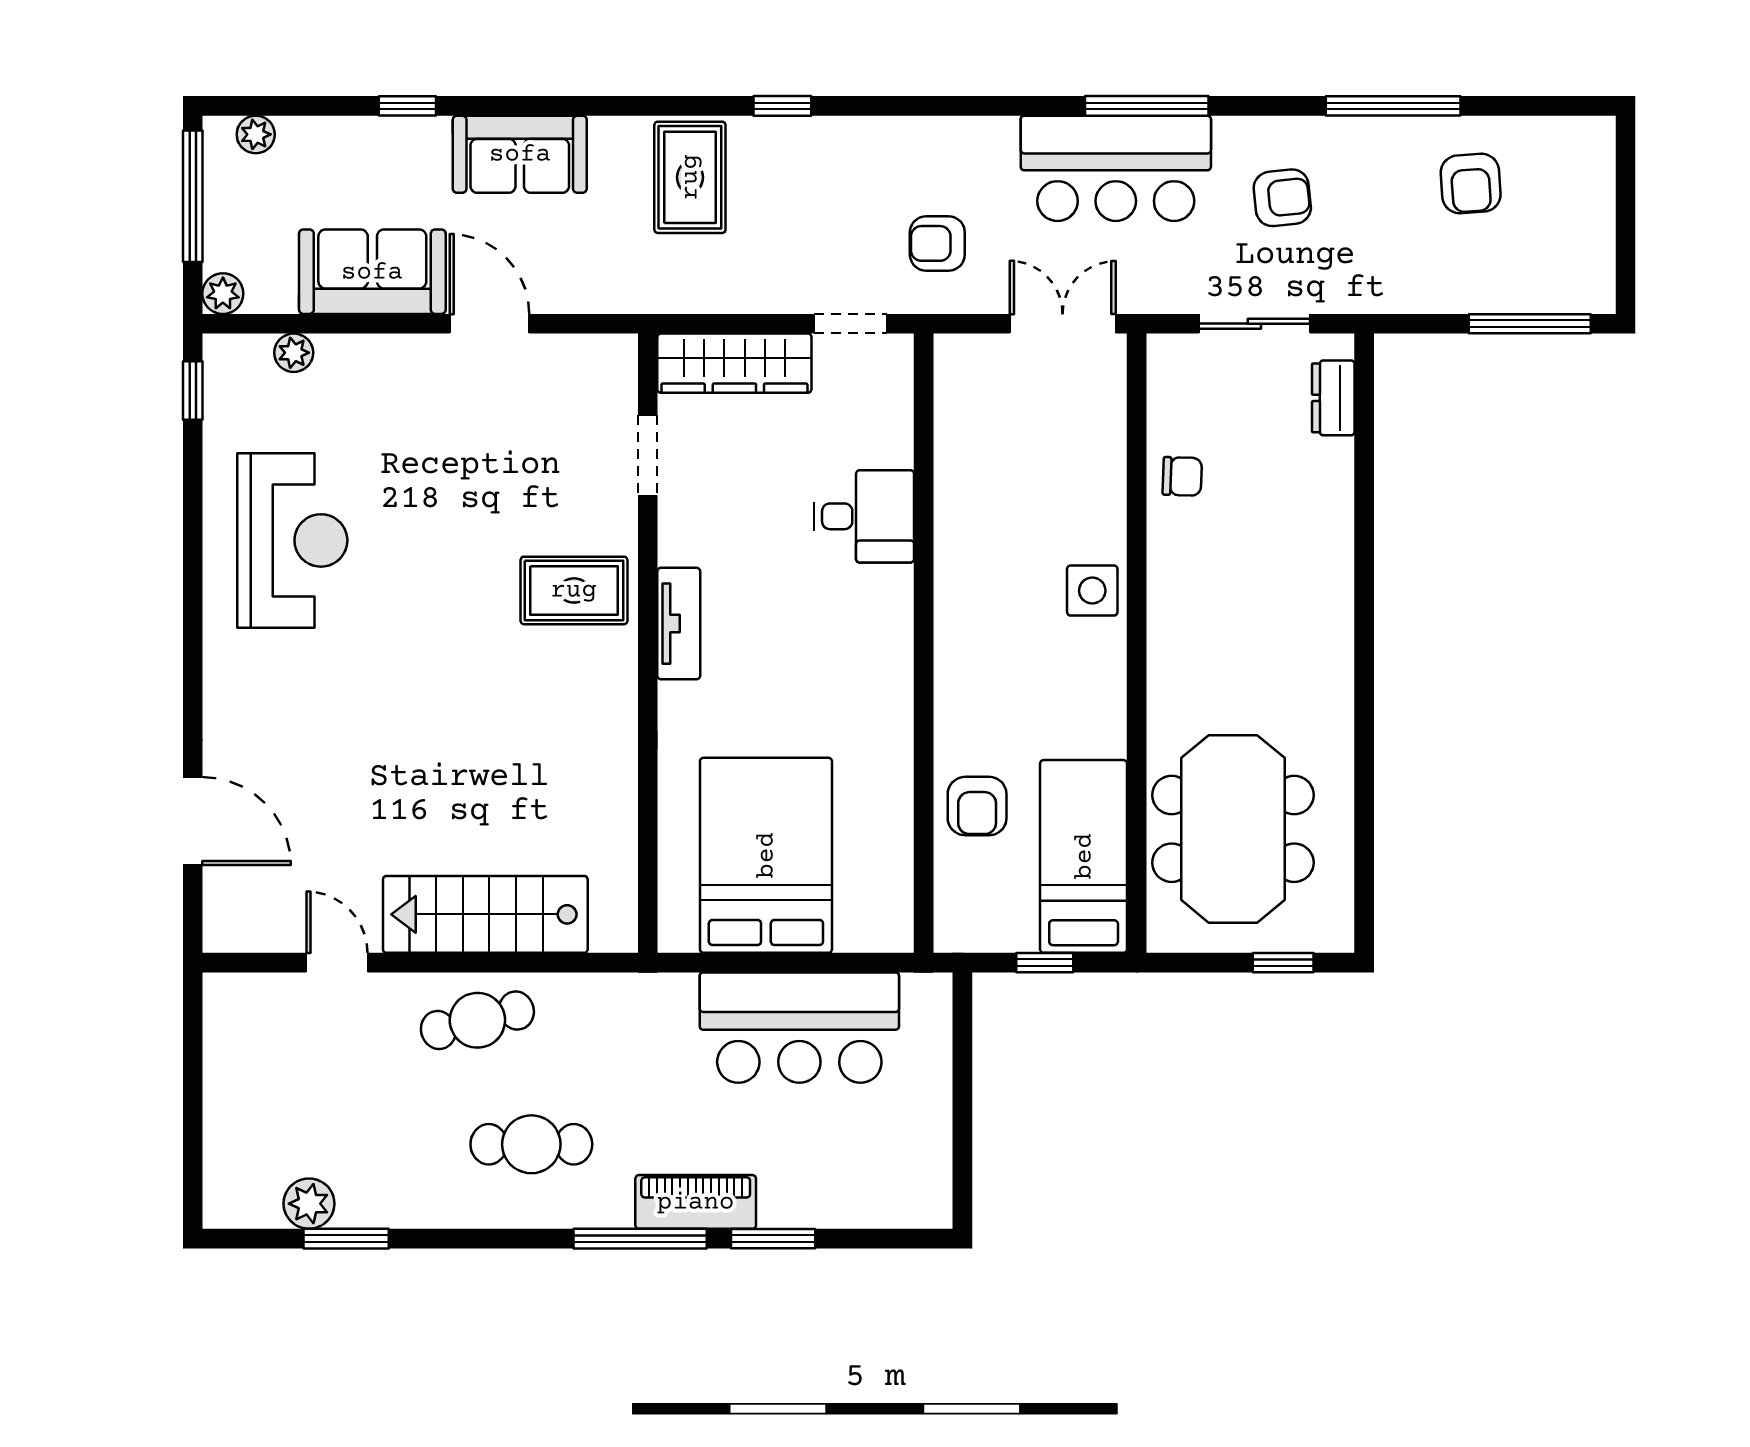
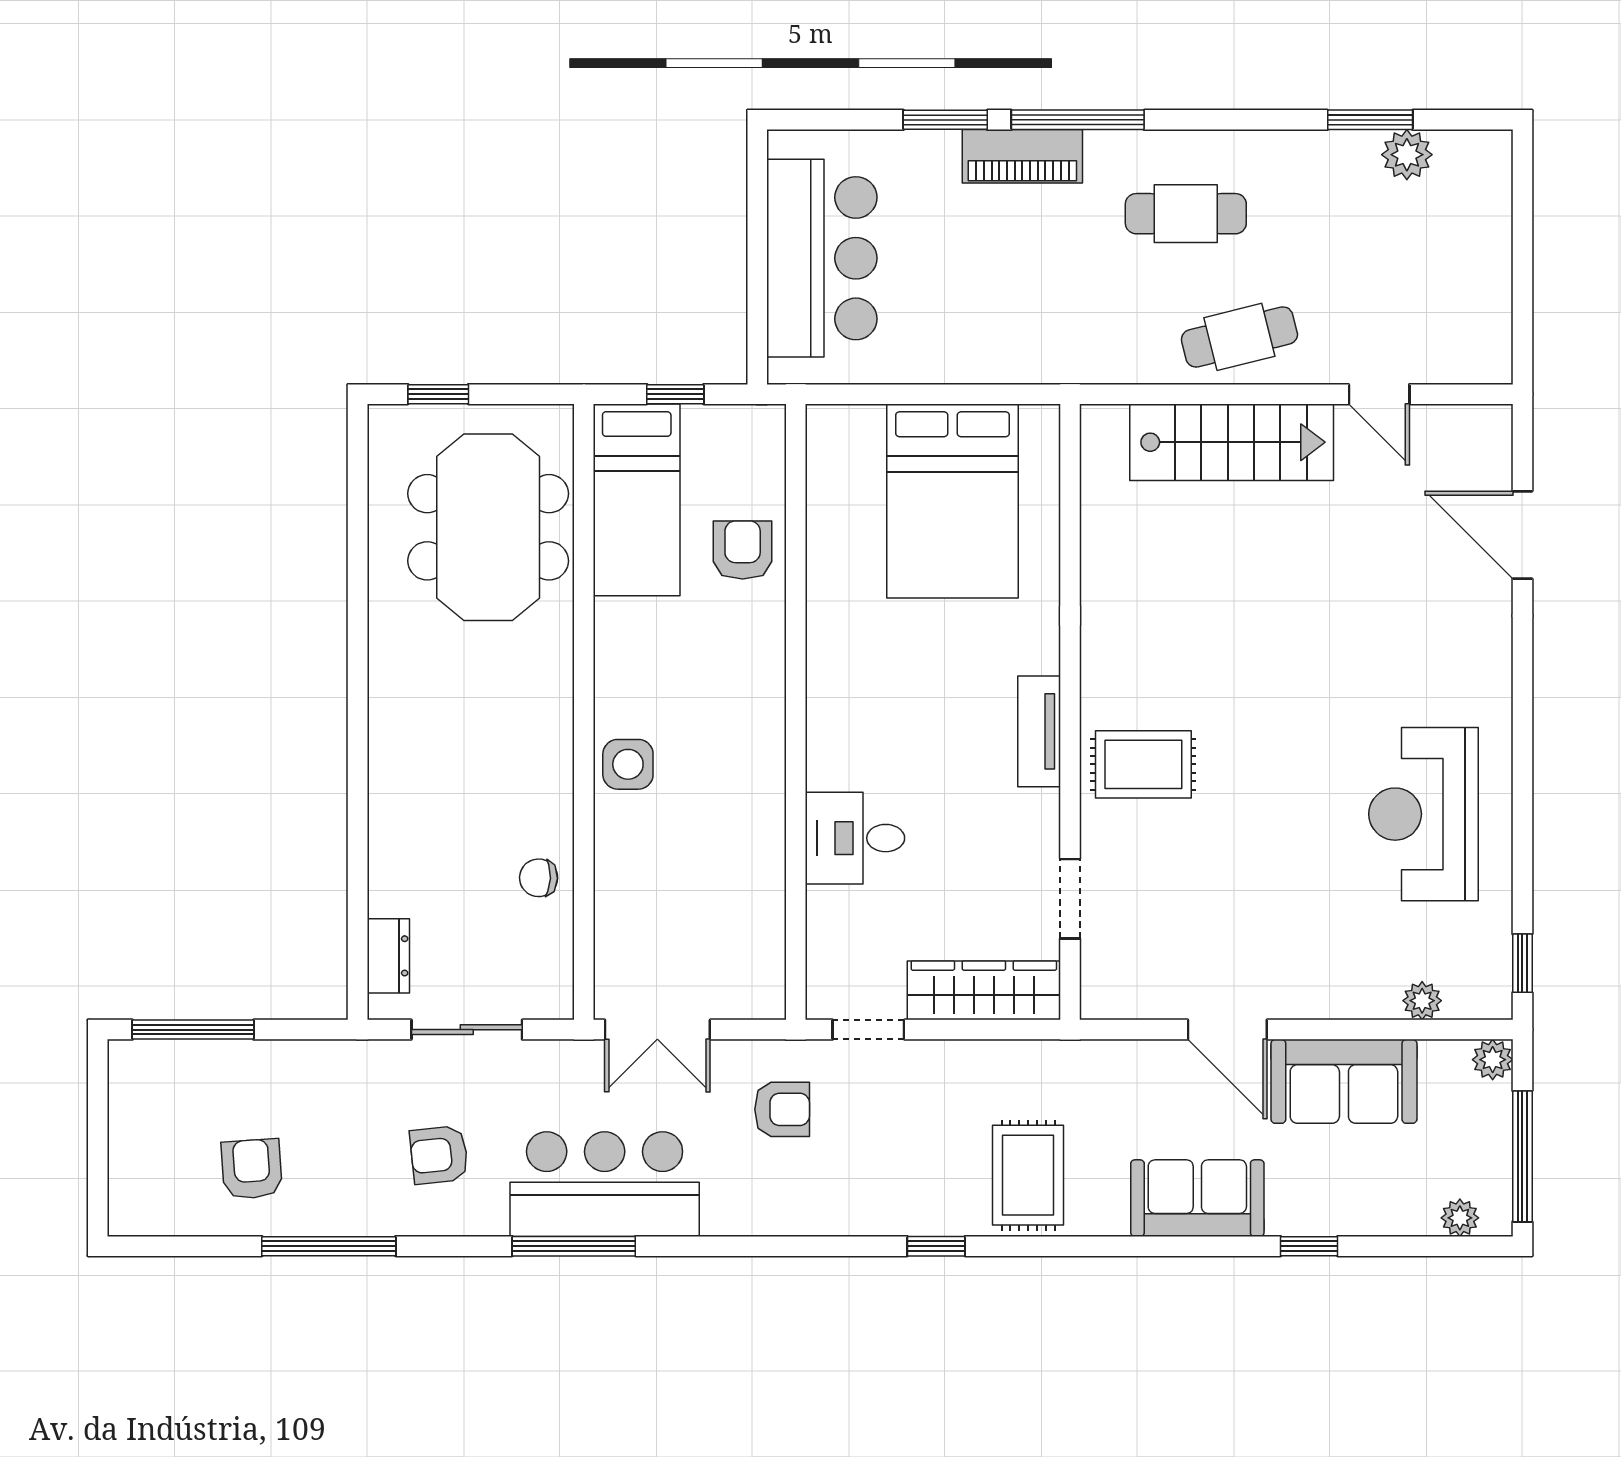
bar counter: (799, 1028) -> (822, 258), moved, turned 90

